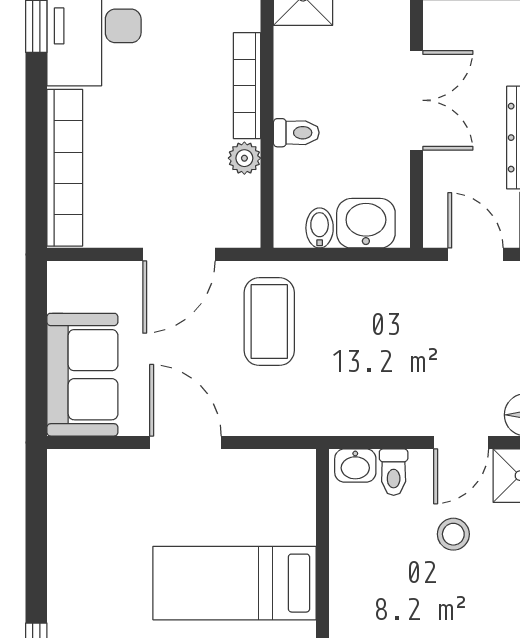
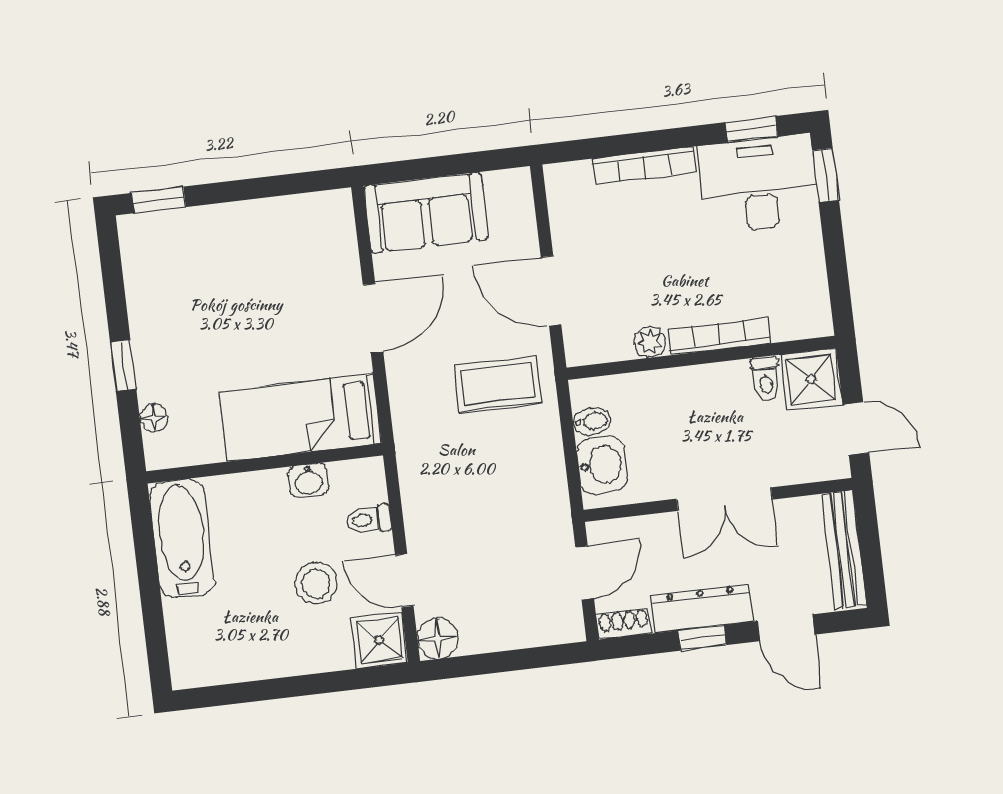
toilet: (296, 133) -> (765, 378), moved
bookcase: (65, 168) -> (644, 165), width x0.68, depth x0.76
washbasin: (355, 466) -> (309, 480), moved, turned -90
stool: (453, 534) -> (316, 583), width x1.37, depth x1.37
bed: (235, 583) -> (300, 418), moved, turned -90

